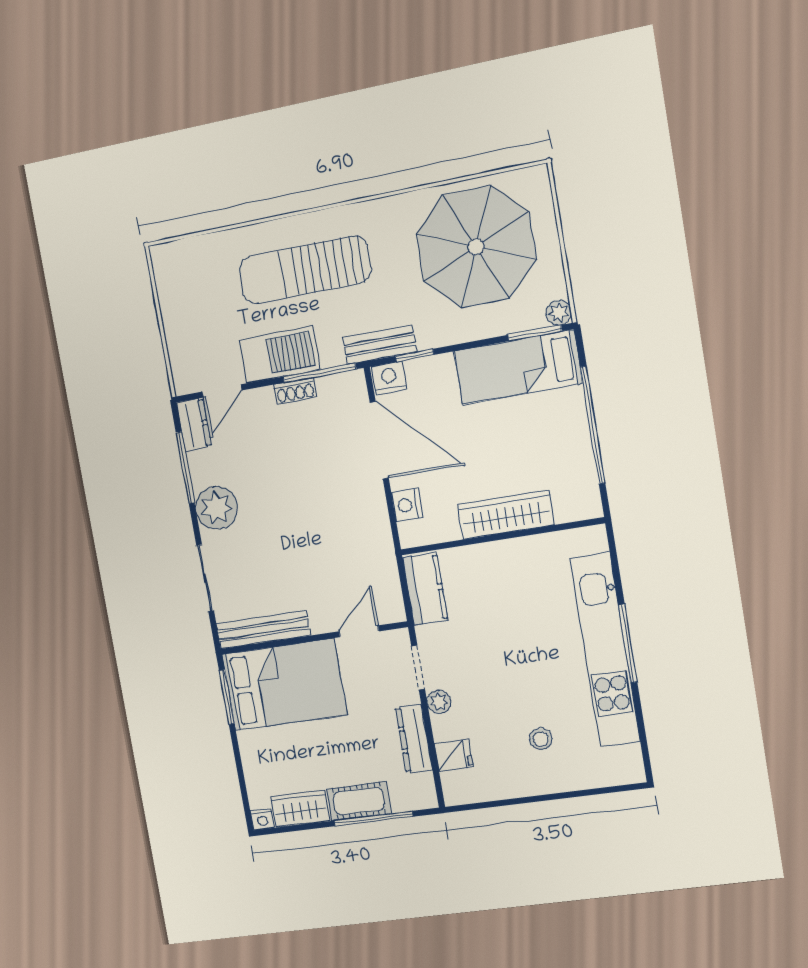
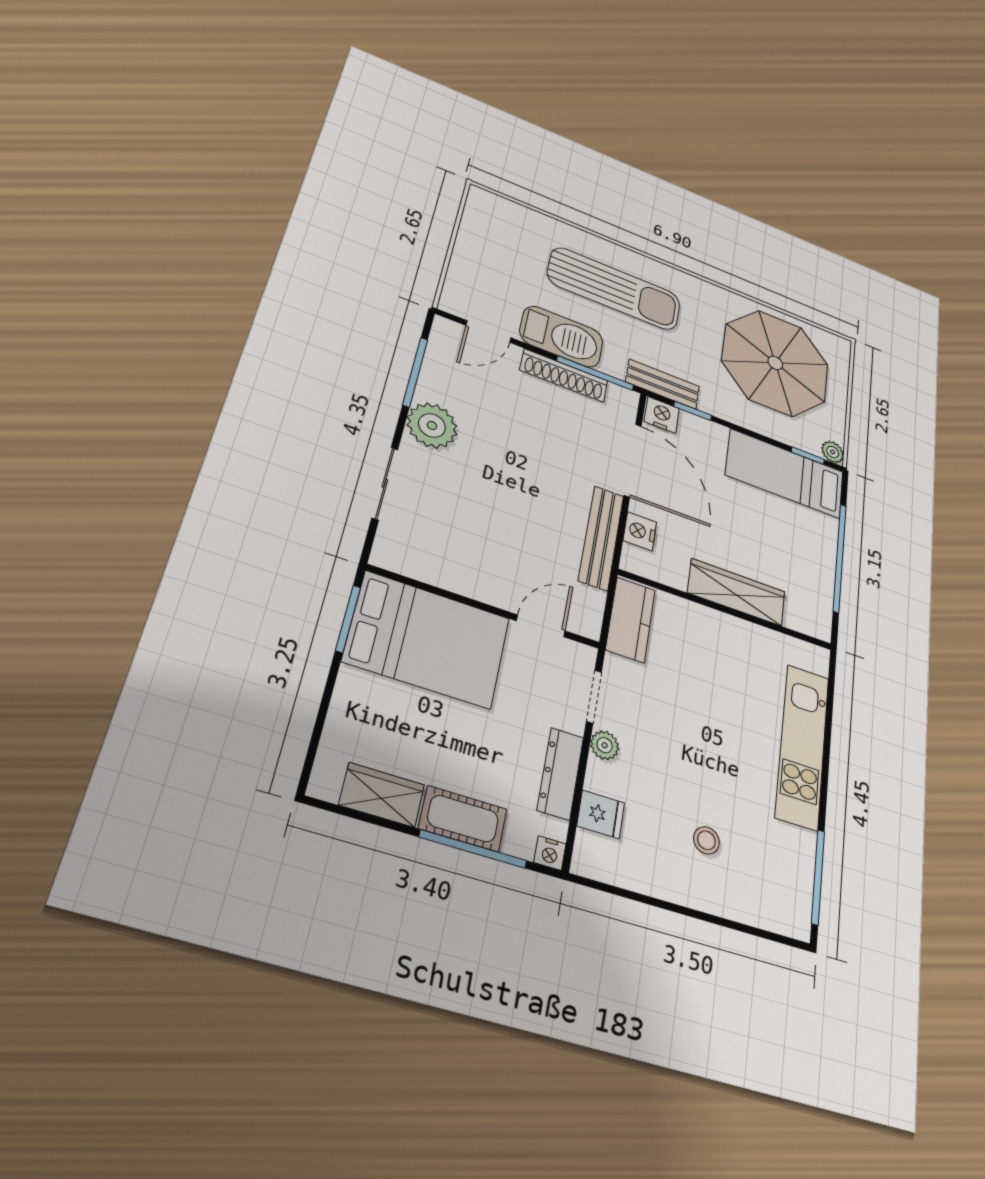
sun lounger: (305, 270) -> (614, 289), turned 180
window: (535, 333) -> (808, 456), width x0.67
shoe rack: (295, 391) -> (564, 375), width x1.94, depth x1.24
dresser: (194, 425) -> (444, 342), removed
bench: (263, 629) -> (601, 538), moved, turned 90
window: (628, 644) -> (818, 877), moved
kitchen unit: (605, 650) -> (802, 746), width x0.73
nightstand: (262, 819) -> (550, 853), moved

